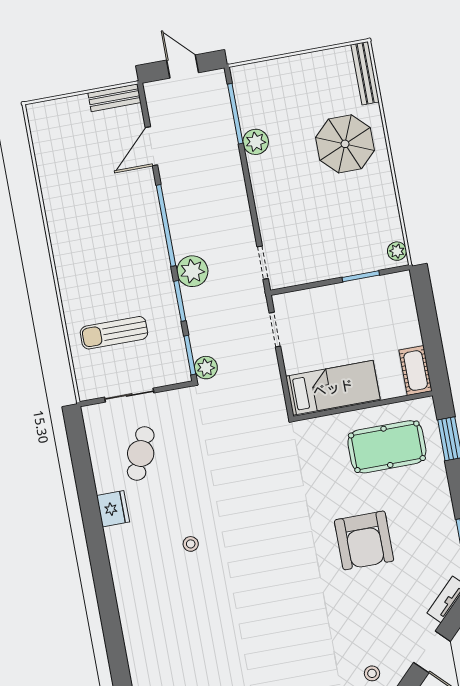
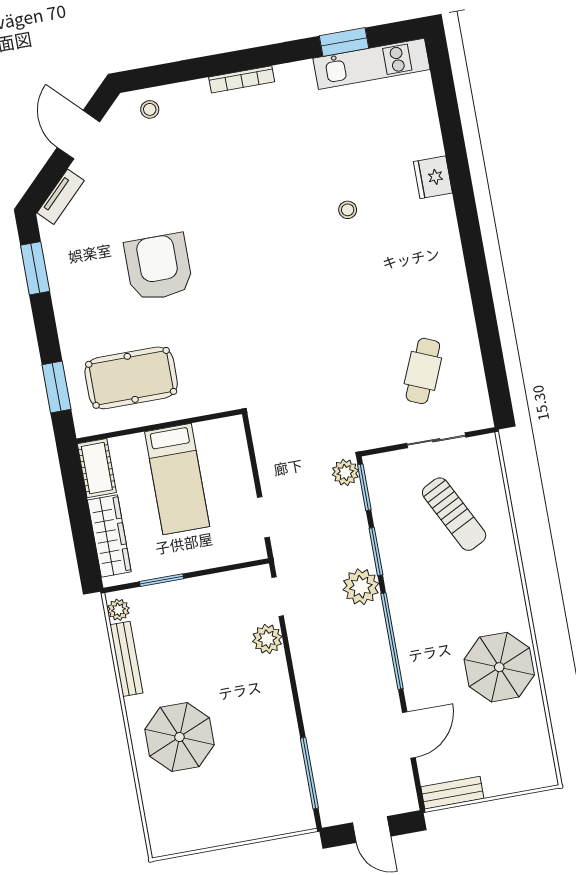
bench: (365, 73) -> (126, 659), moved
plant: (256, 142) -> (267, 639), moved
parasol: (75, 204) -> (499, 667), added
wardrobe: (405, 313) -> (109, 536), added
sun lounger: (114, 333) -> (454, 514), turned 63
bed: (333, 388) -> (177, 479), moved, turned -90
fridge: (113, 509) -> (433, 177), moved
stool: (191, 544) -> (348, 210), moved

